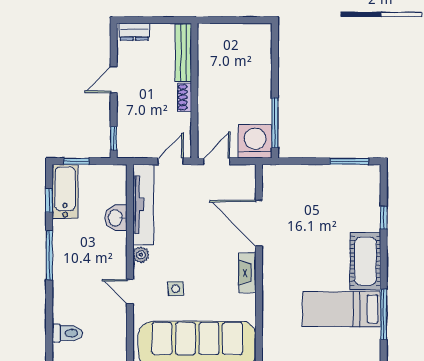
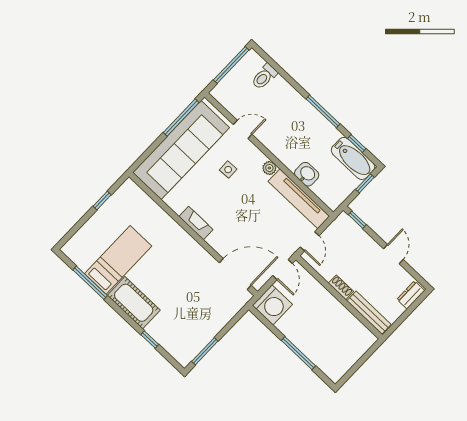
window: (275, 123) -> (298, 353), moved
door: (259, 223) -> (235, 274), moved
door: (130, 292) -> (243, 129), moved

